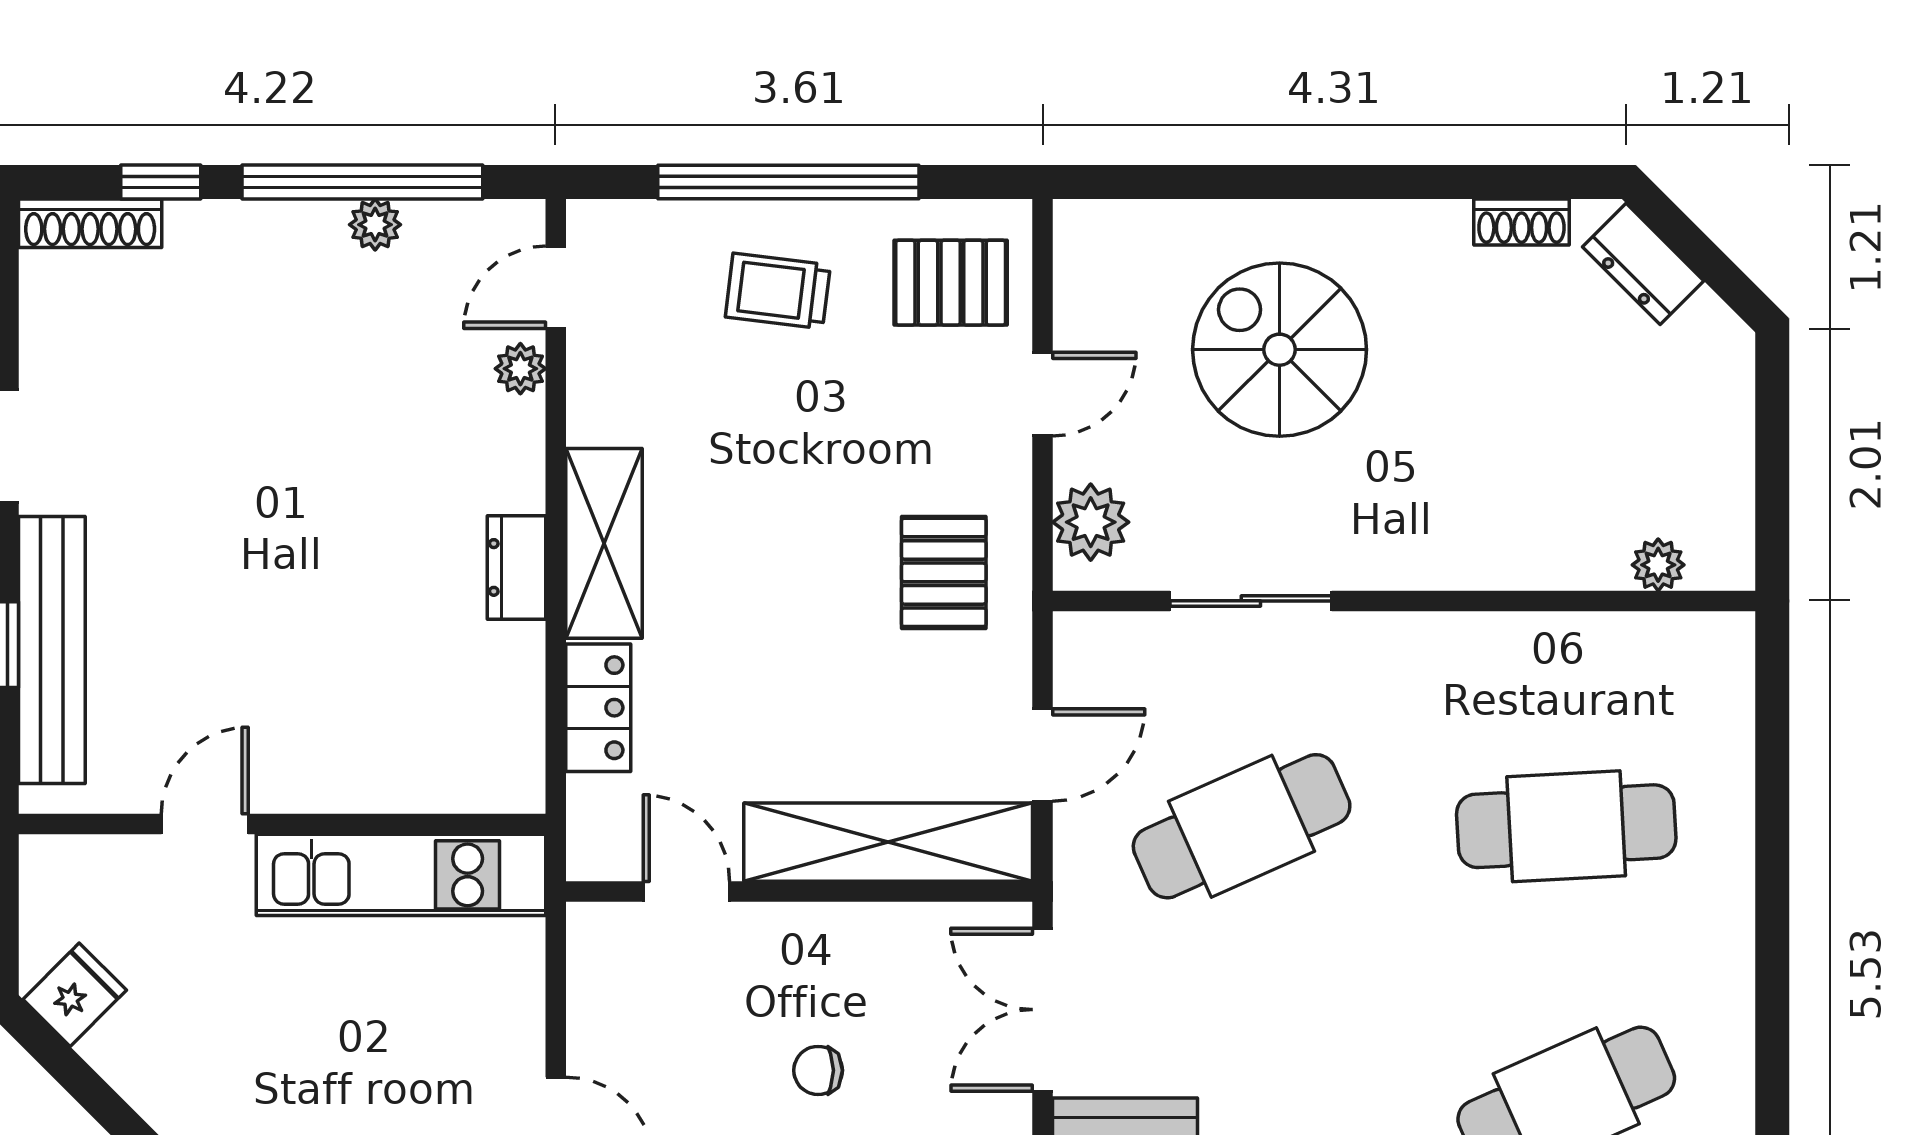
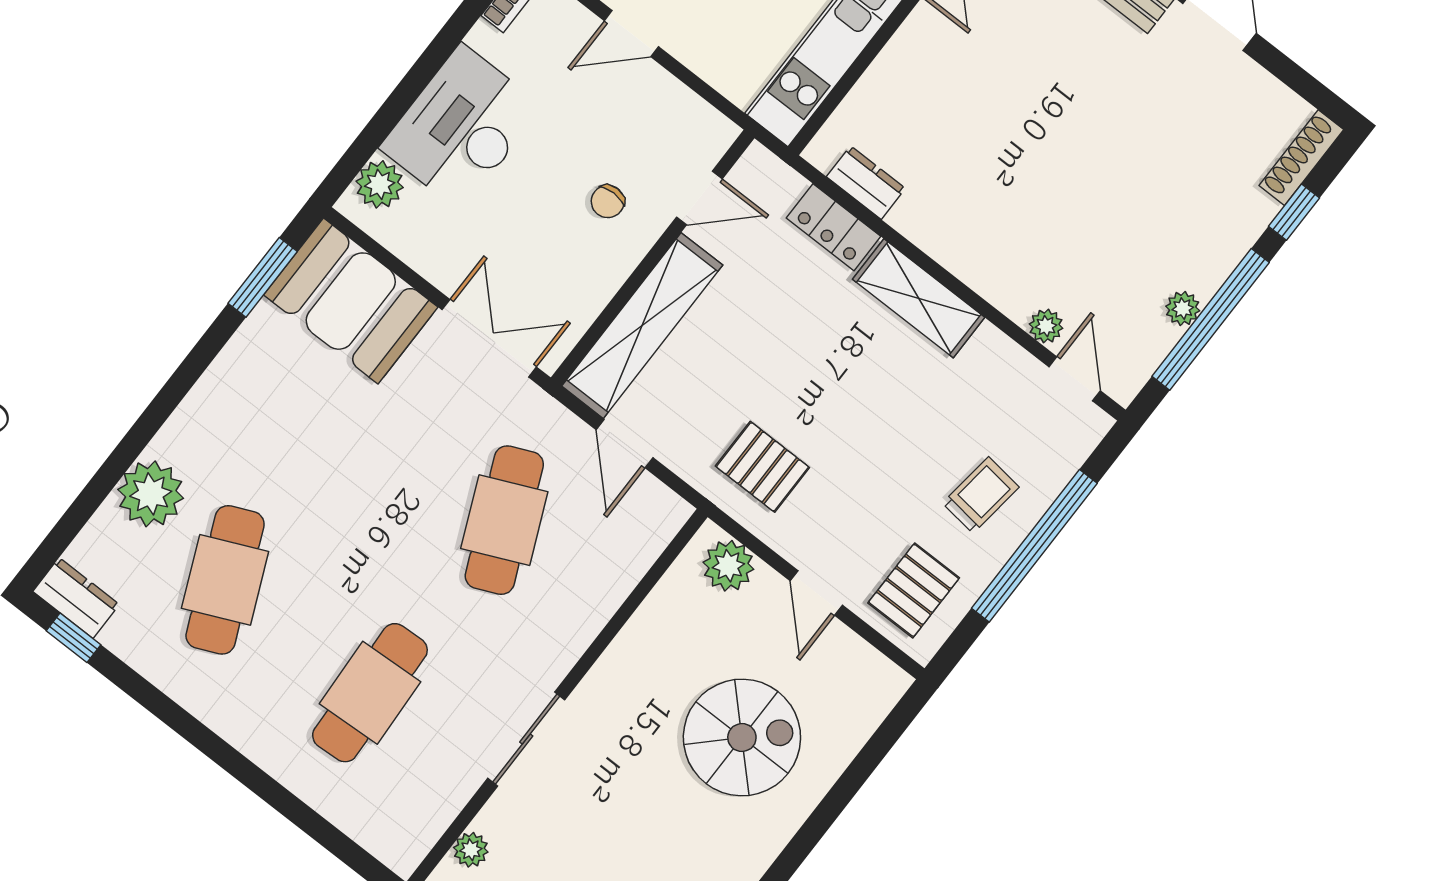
dresser: (517, 567) -> (866, 183), moved
sliding door: (1251, 601) -> (526, 739), moved
chair: (818, 1070) -> (608, 201), moved, turned 180

